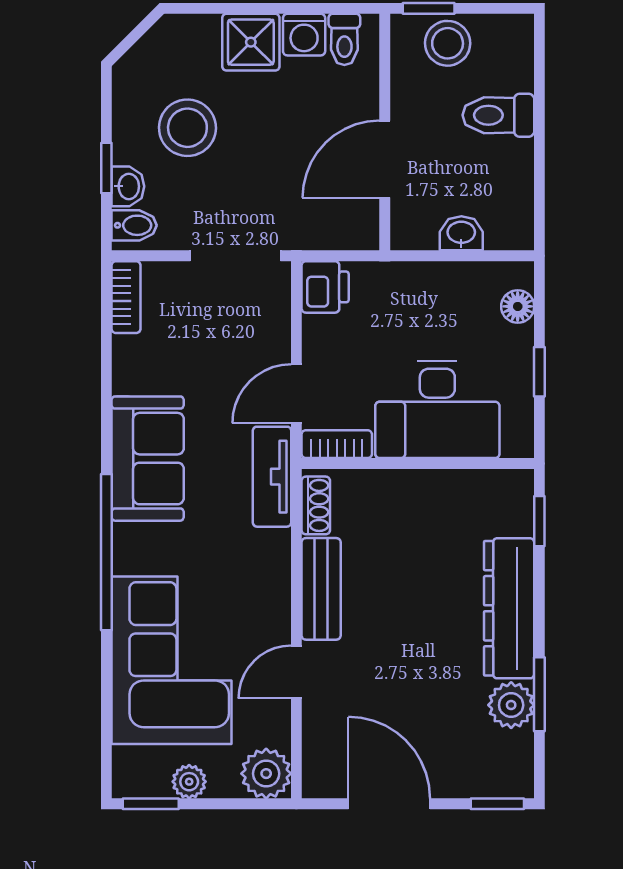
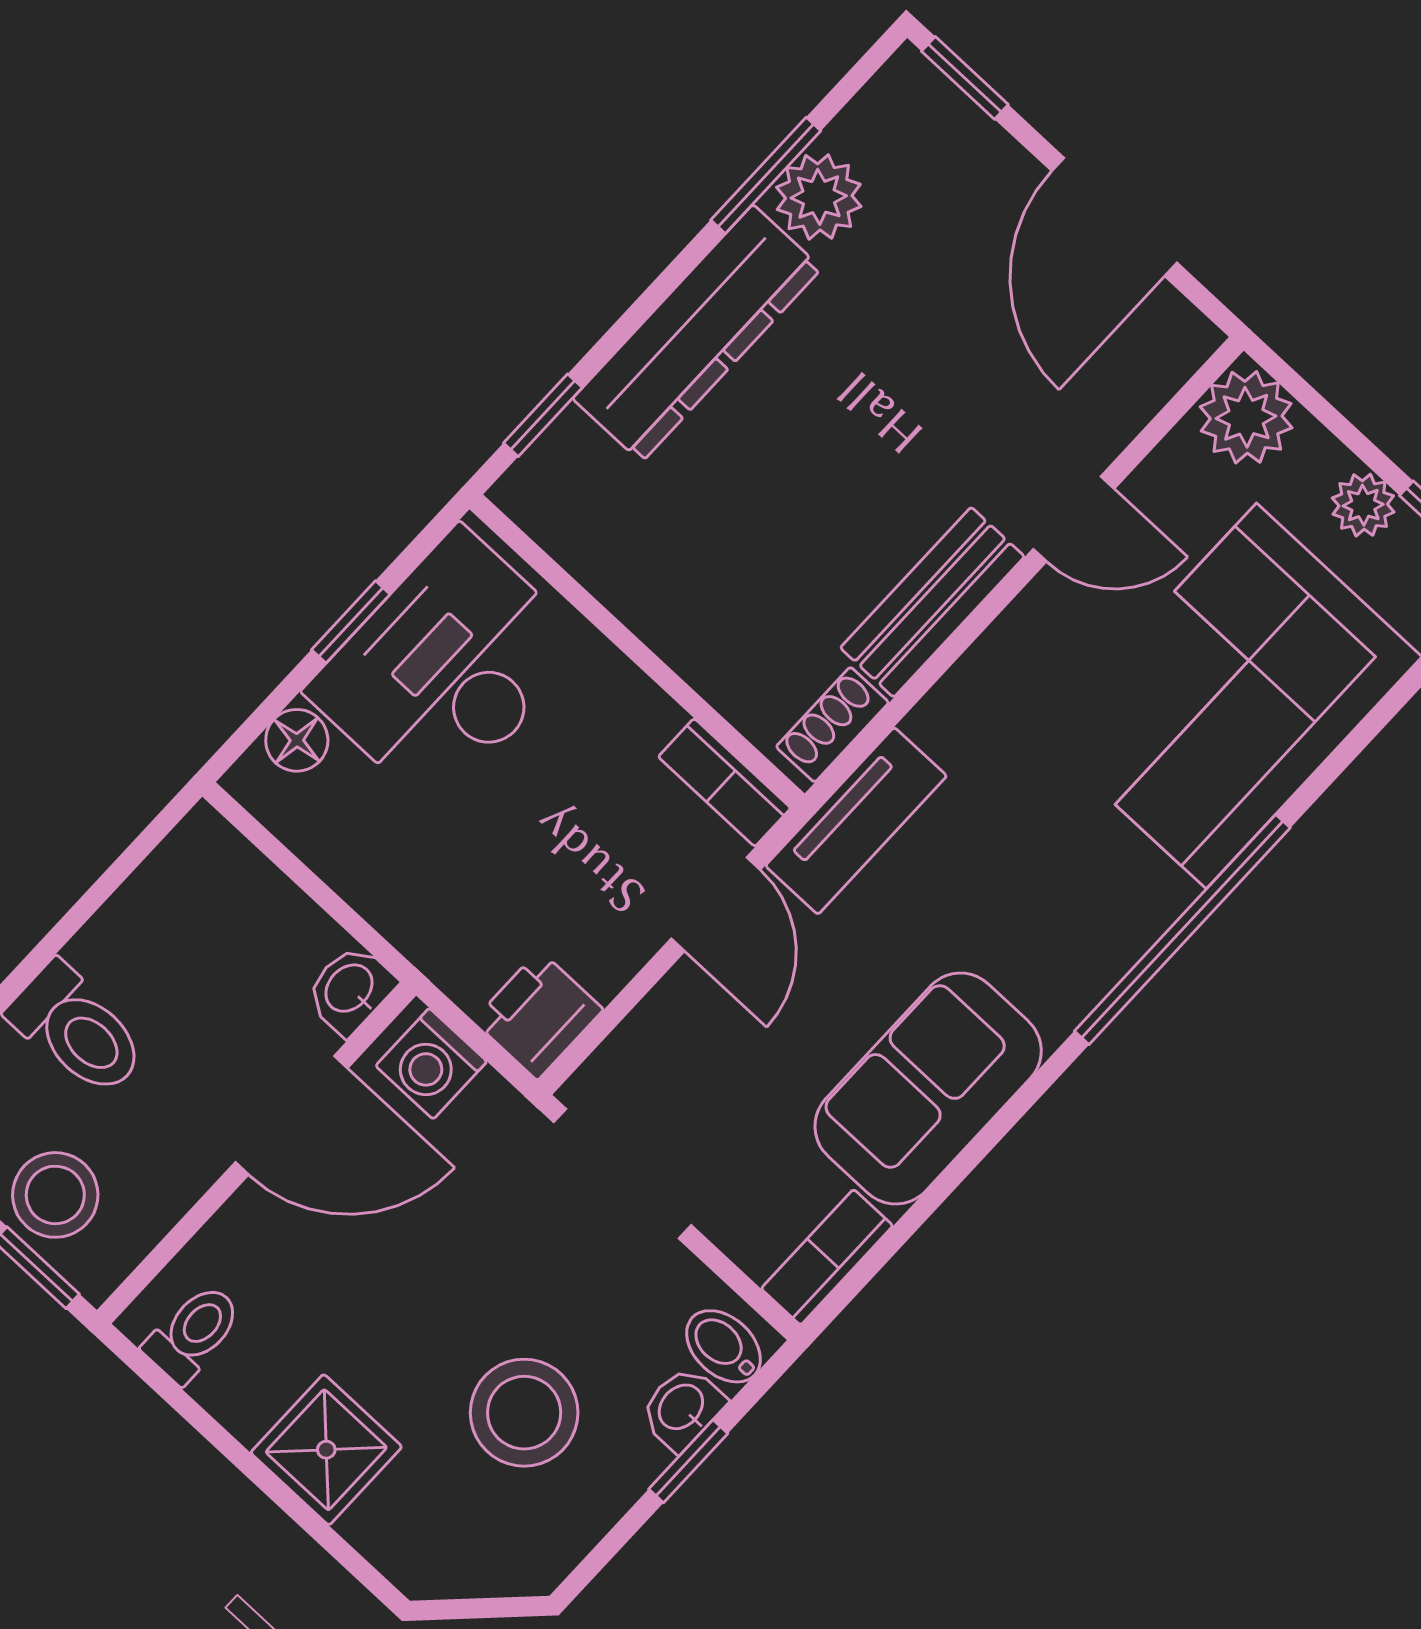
washing machine: (304, 35) -> (431, 1064), moved, turned 180
washbasin: (461, 233) -> (350, 989), moved, turned 90
door: (296, 394) -> (716, 904), hinge flipped
desk: (437, 409) -> (447, 668), moved, turned -90
sofa: (148, 459) -> (928, 1089), moved

